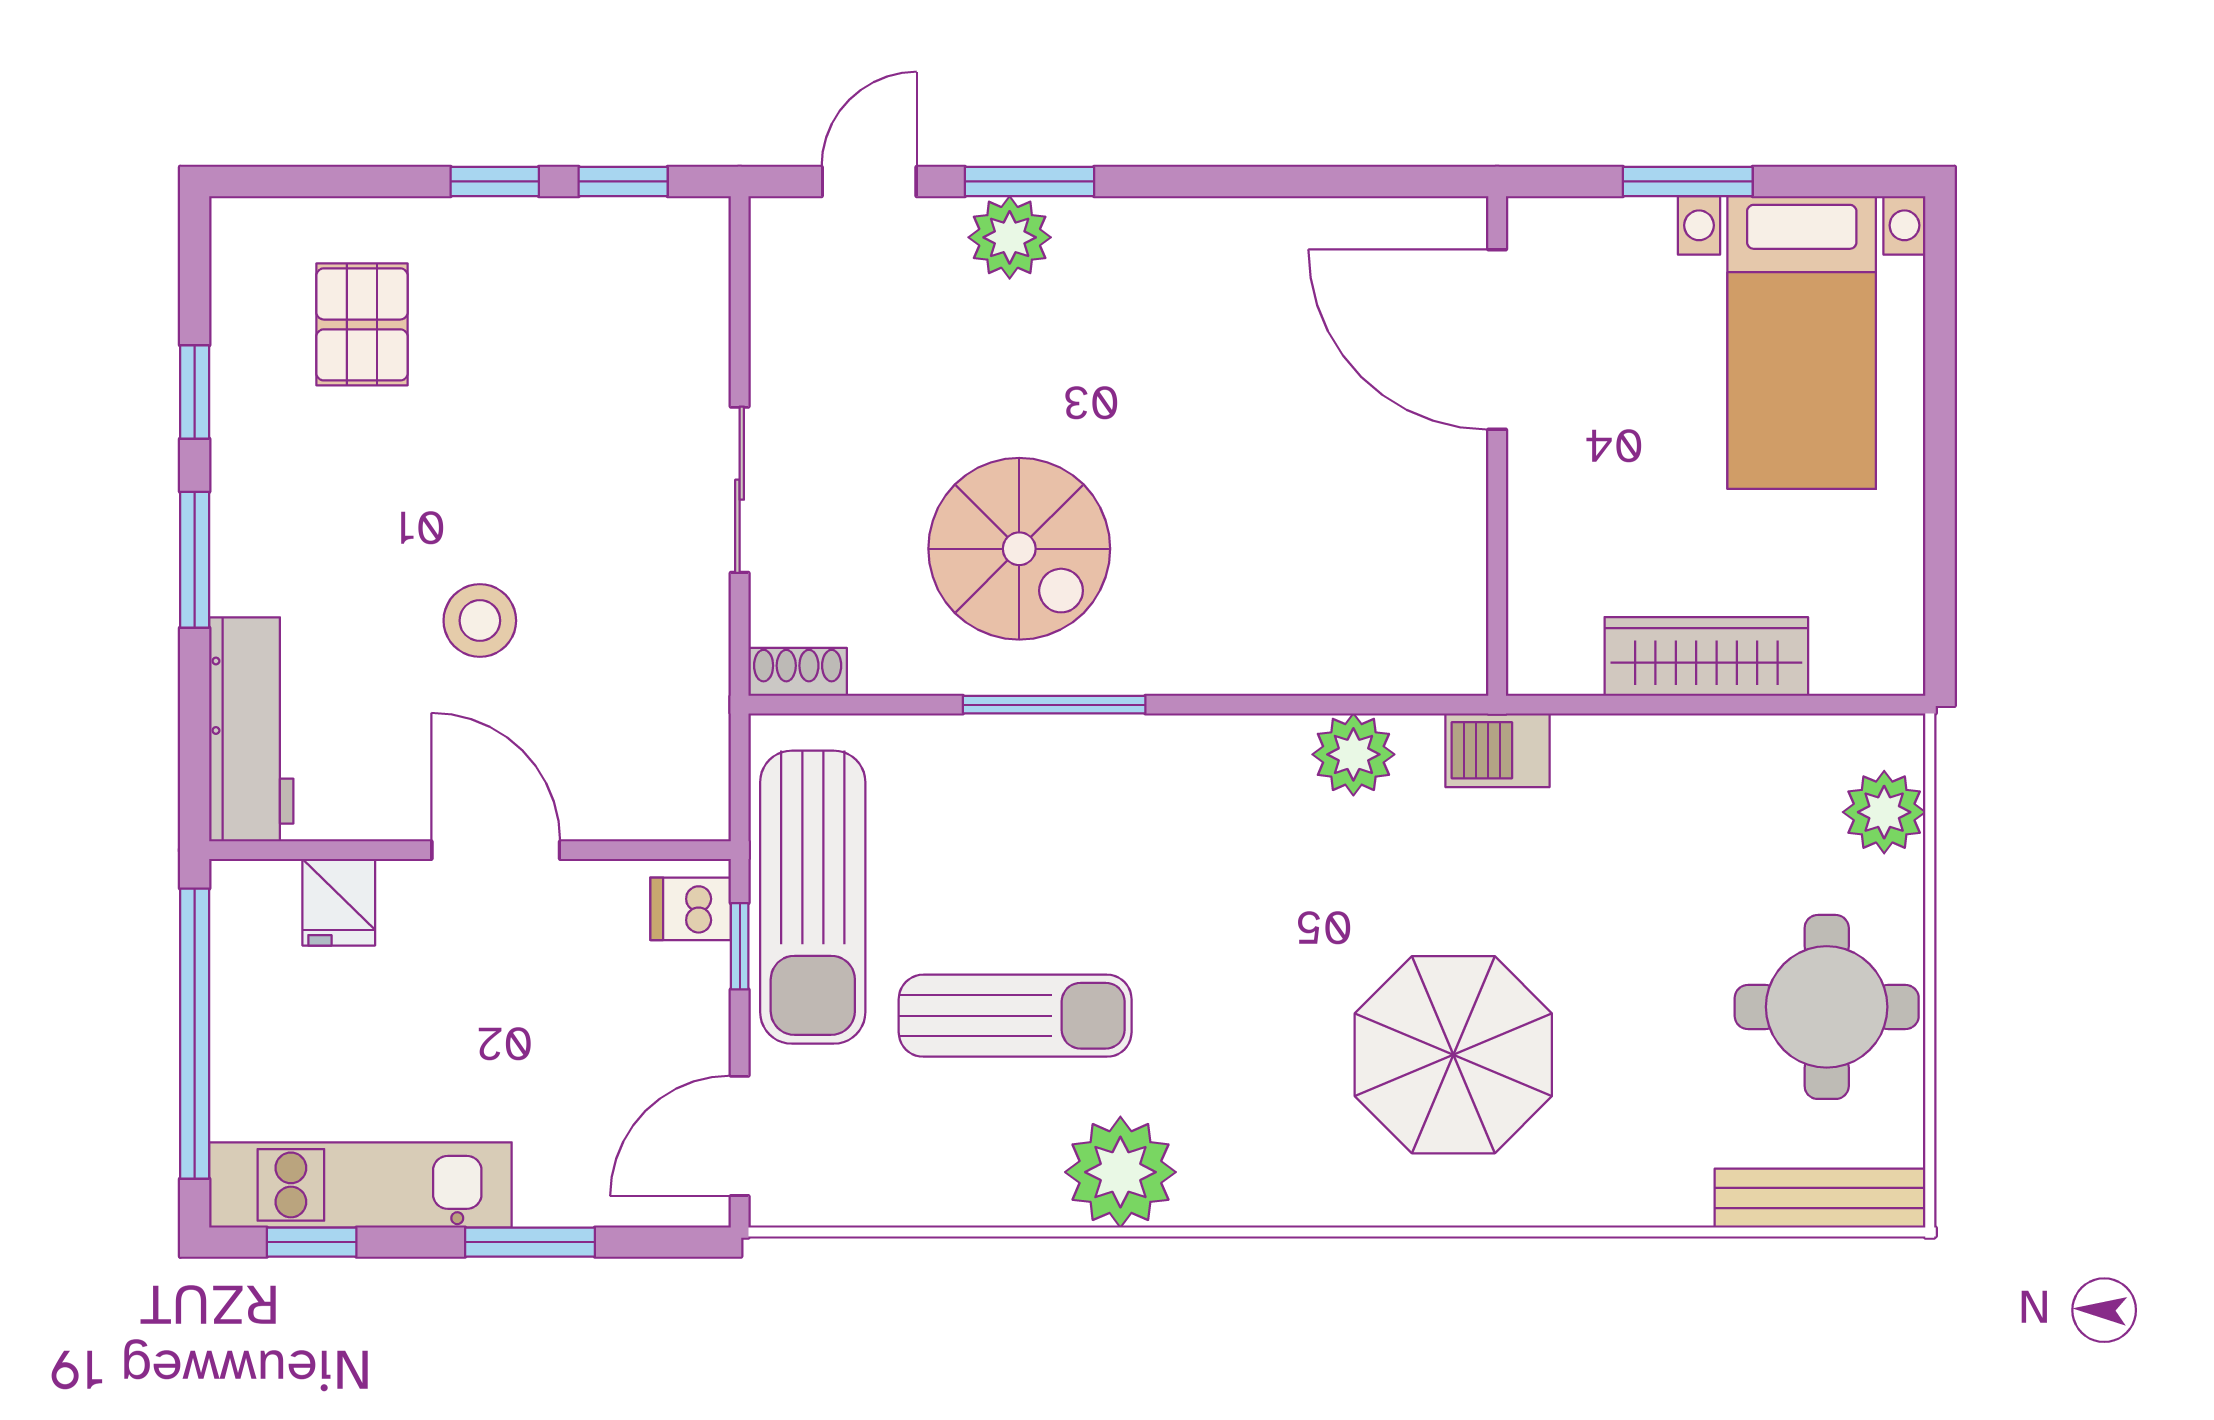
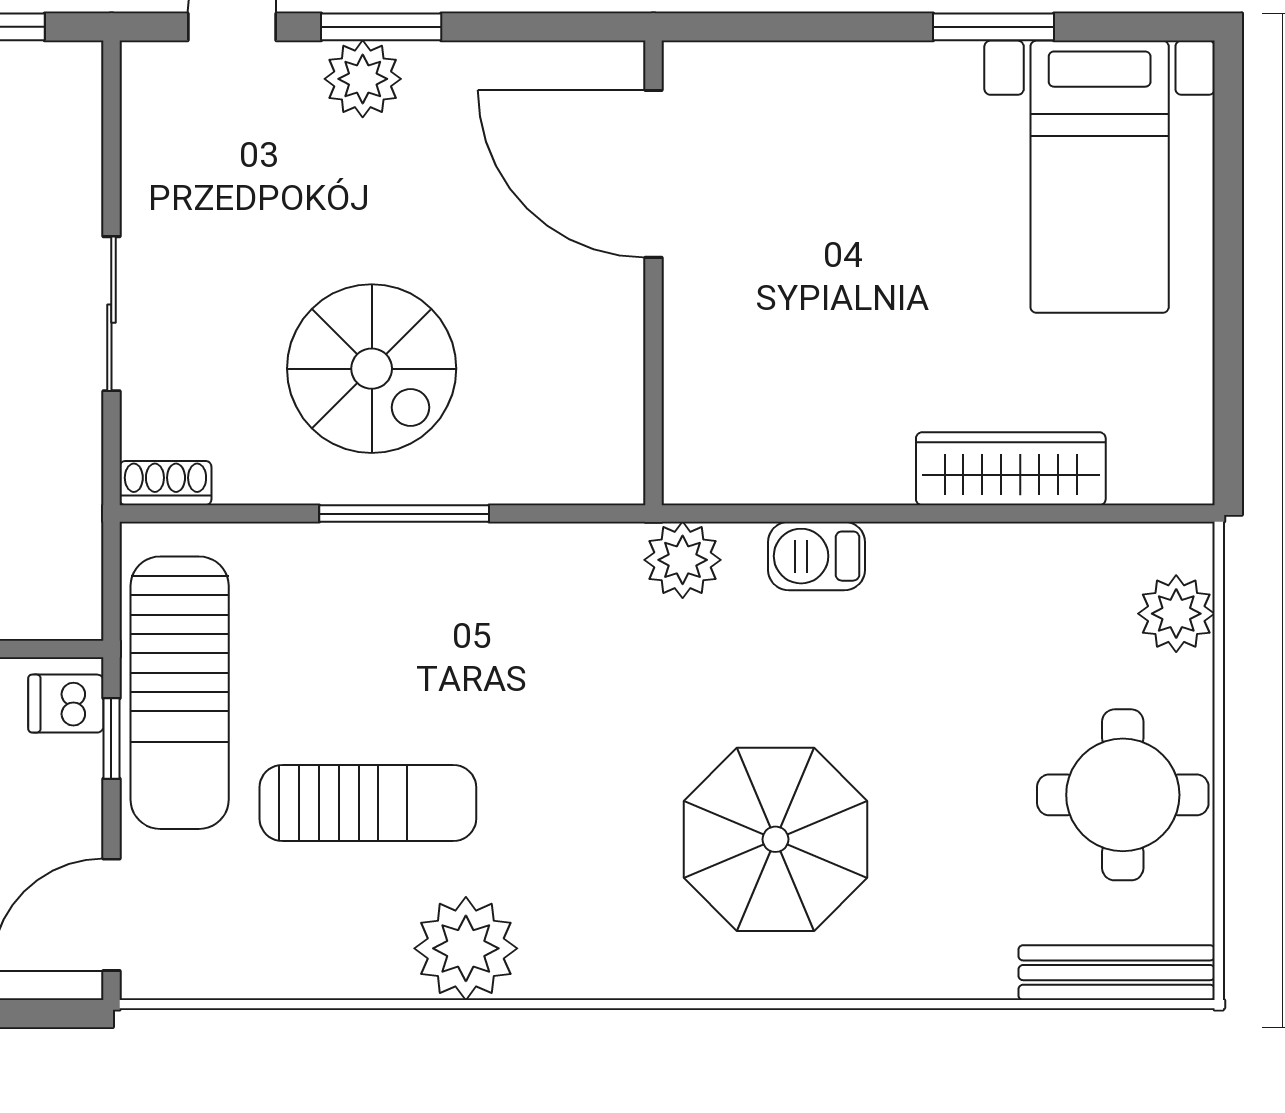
door: (1497, 340) -> (654, 174), moved
wall: (1497, 446) -> (654, 273), moved

